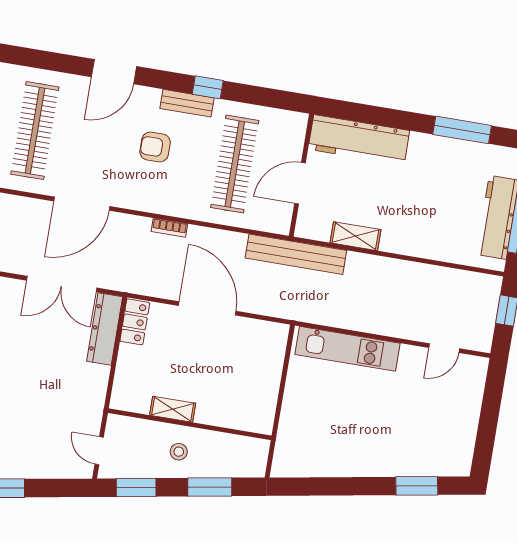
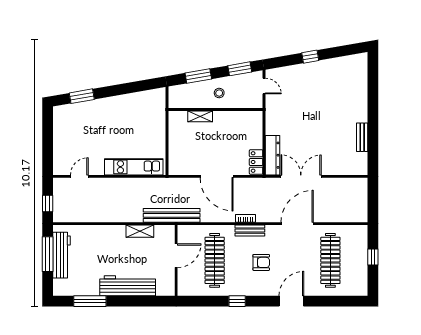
bench: (187, 103) -> (250, 231), moved
workbench: (359, 140) -> (128, 286), moved
shelving: (173, 409) -> (200, 116), moved

